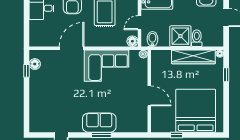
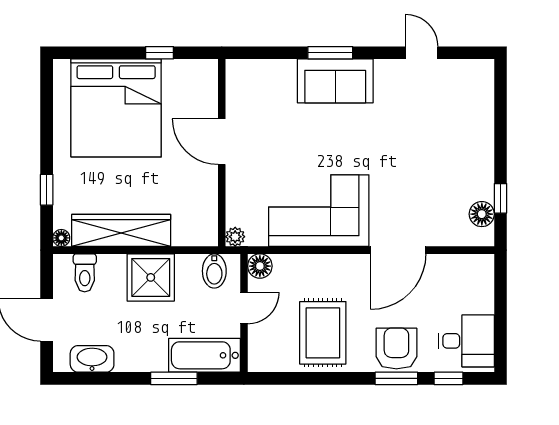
toilet: (197, 38) -> (85, 273), moved

